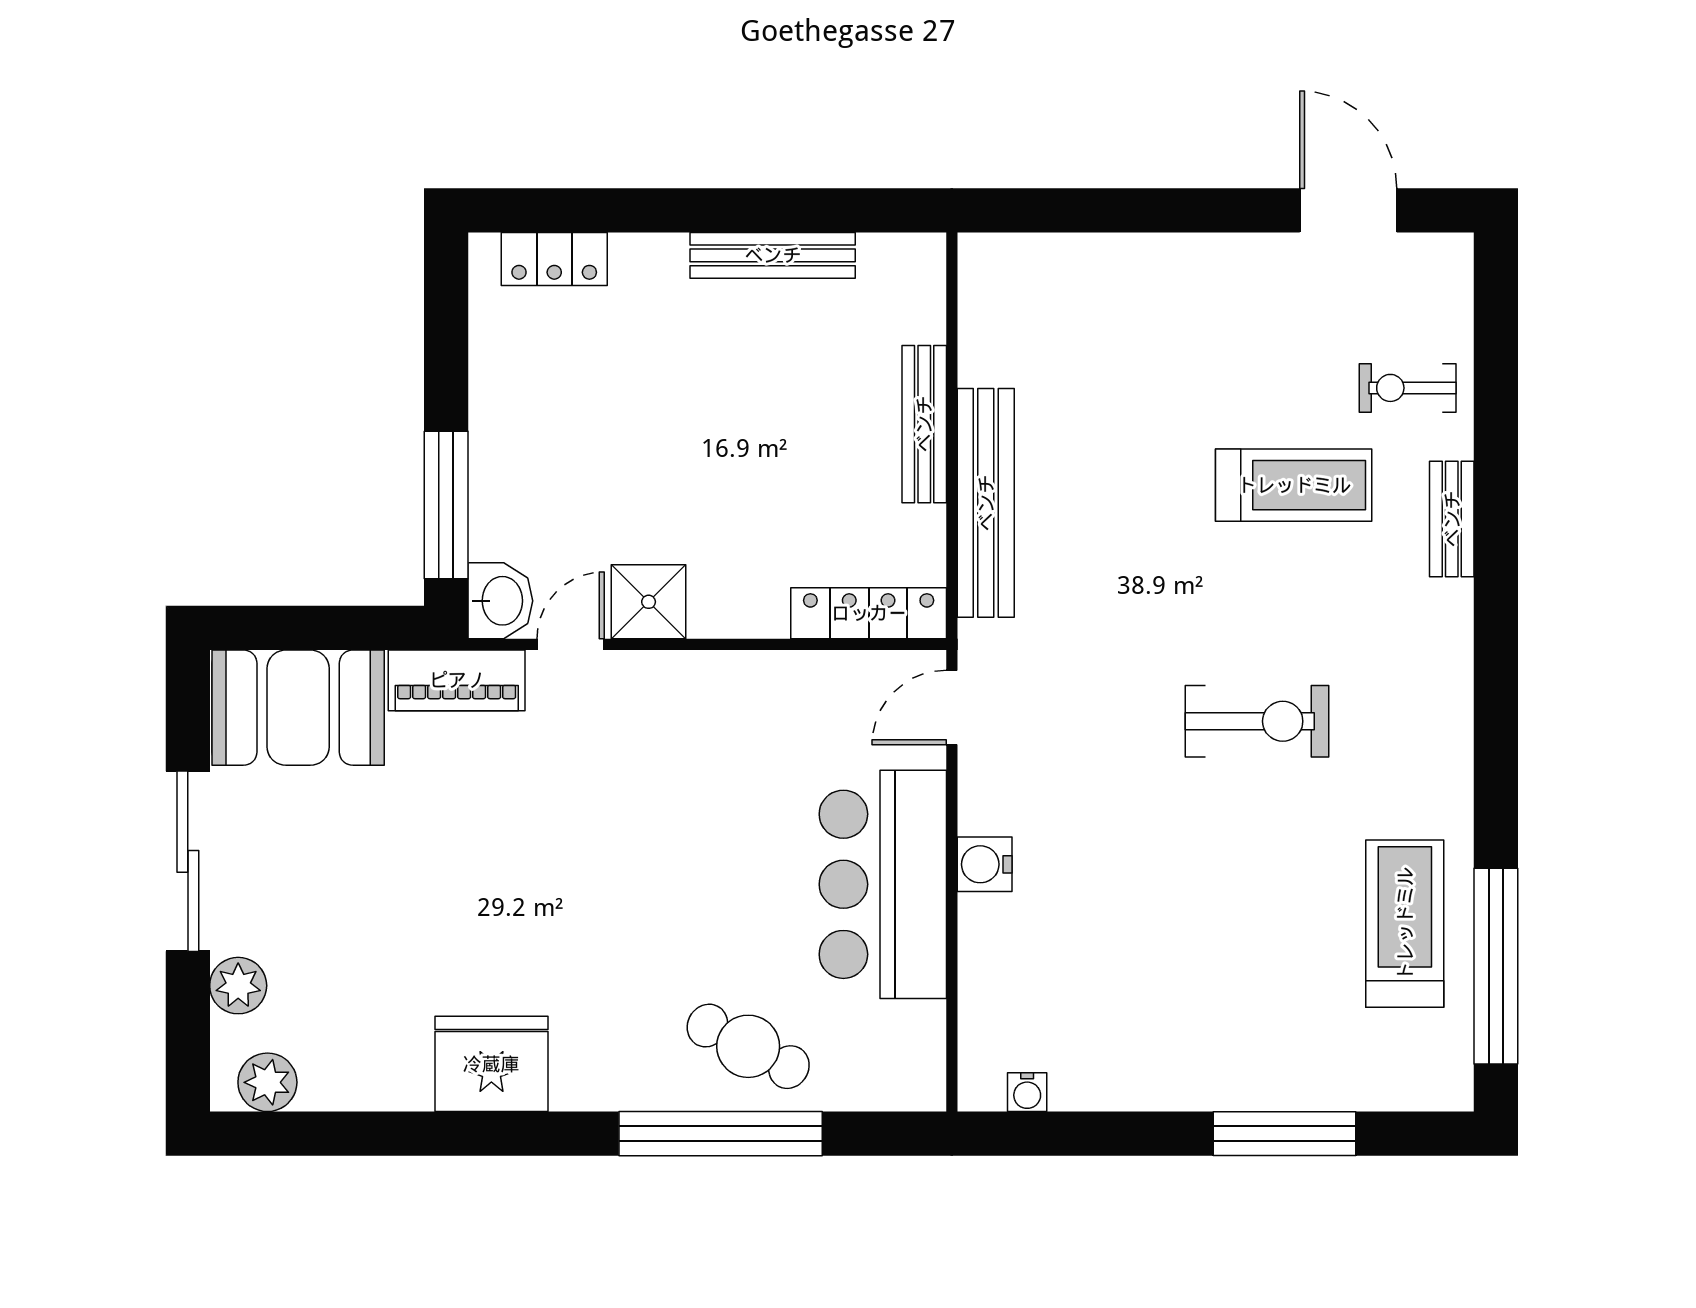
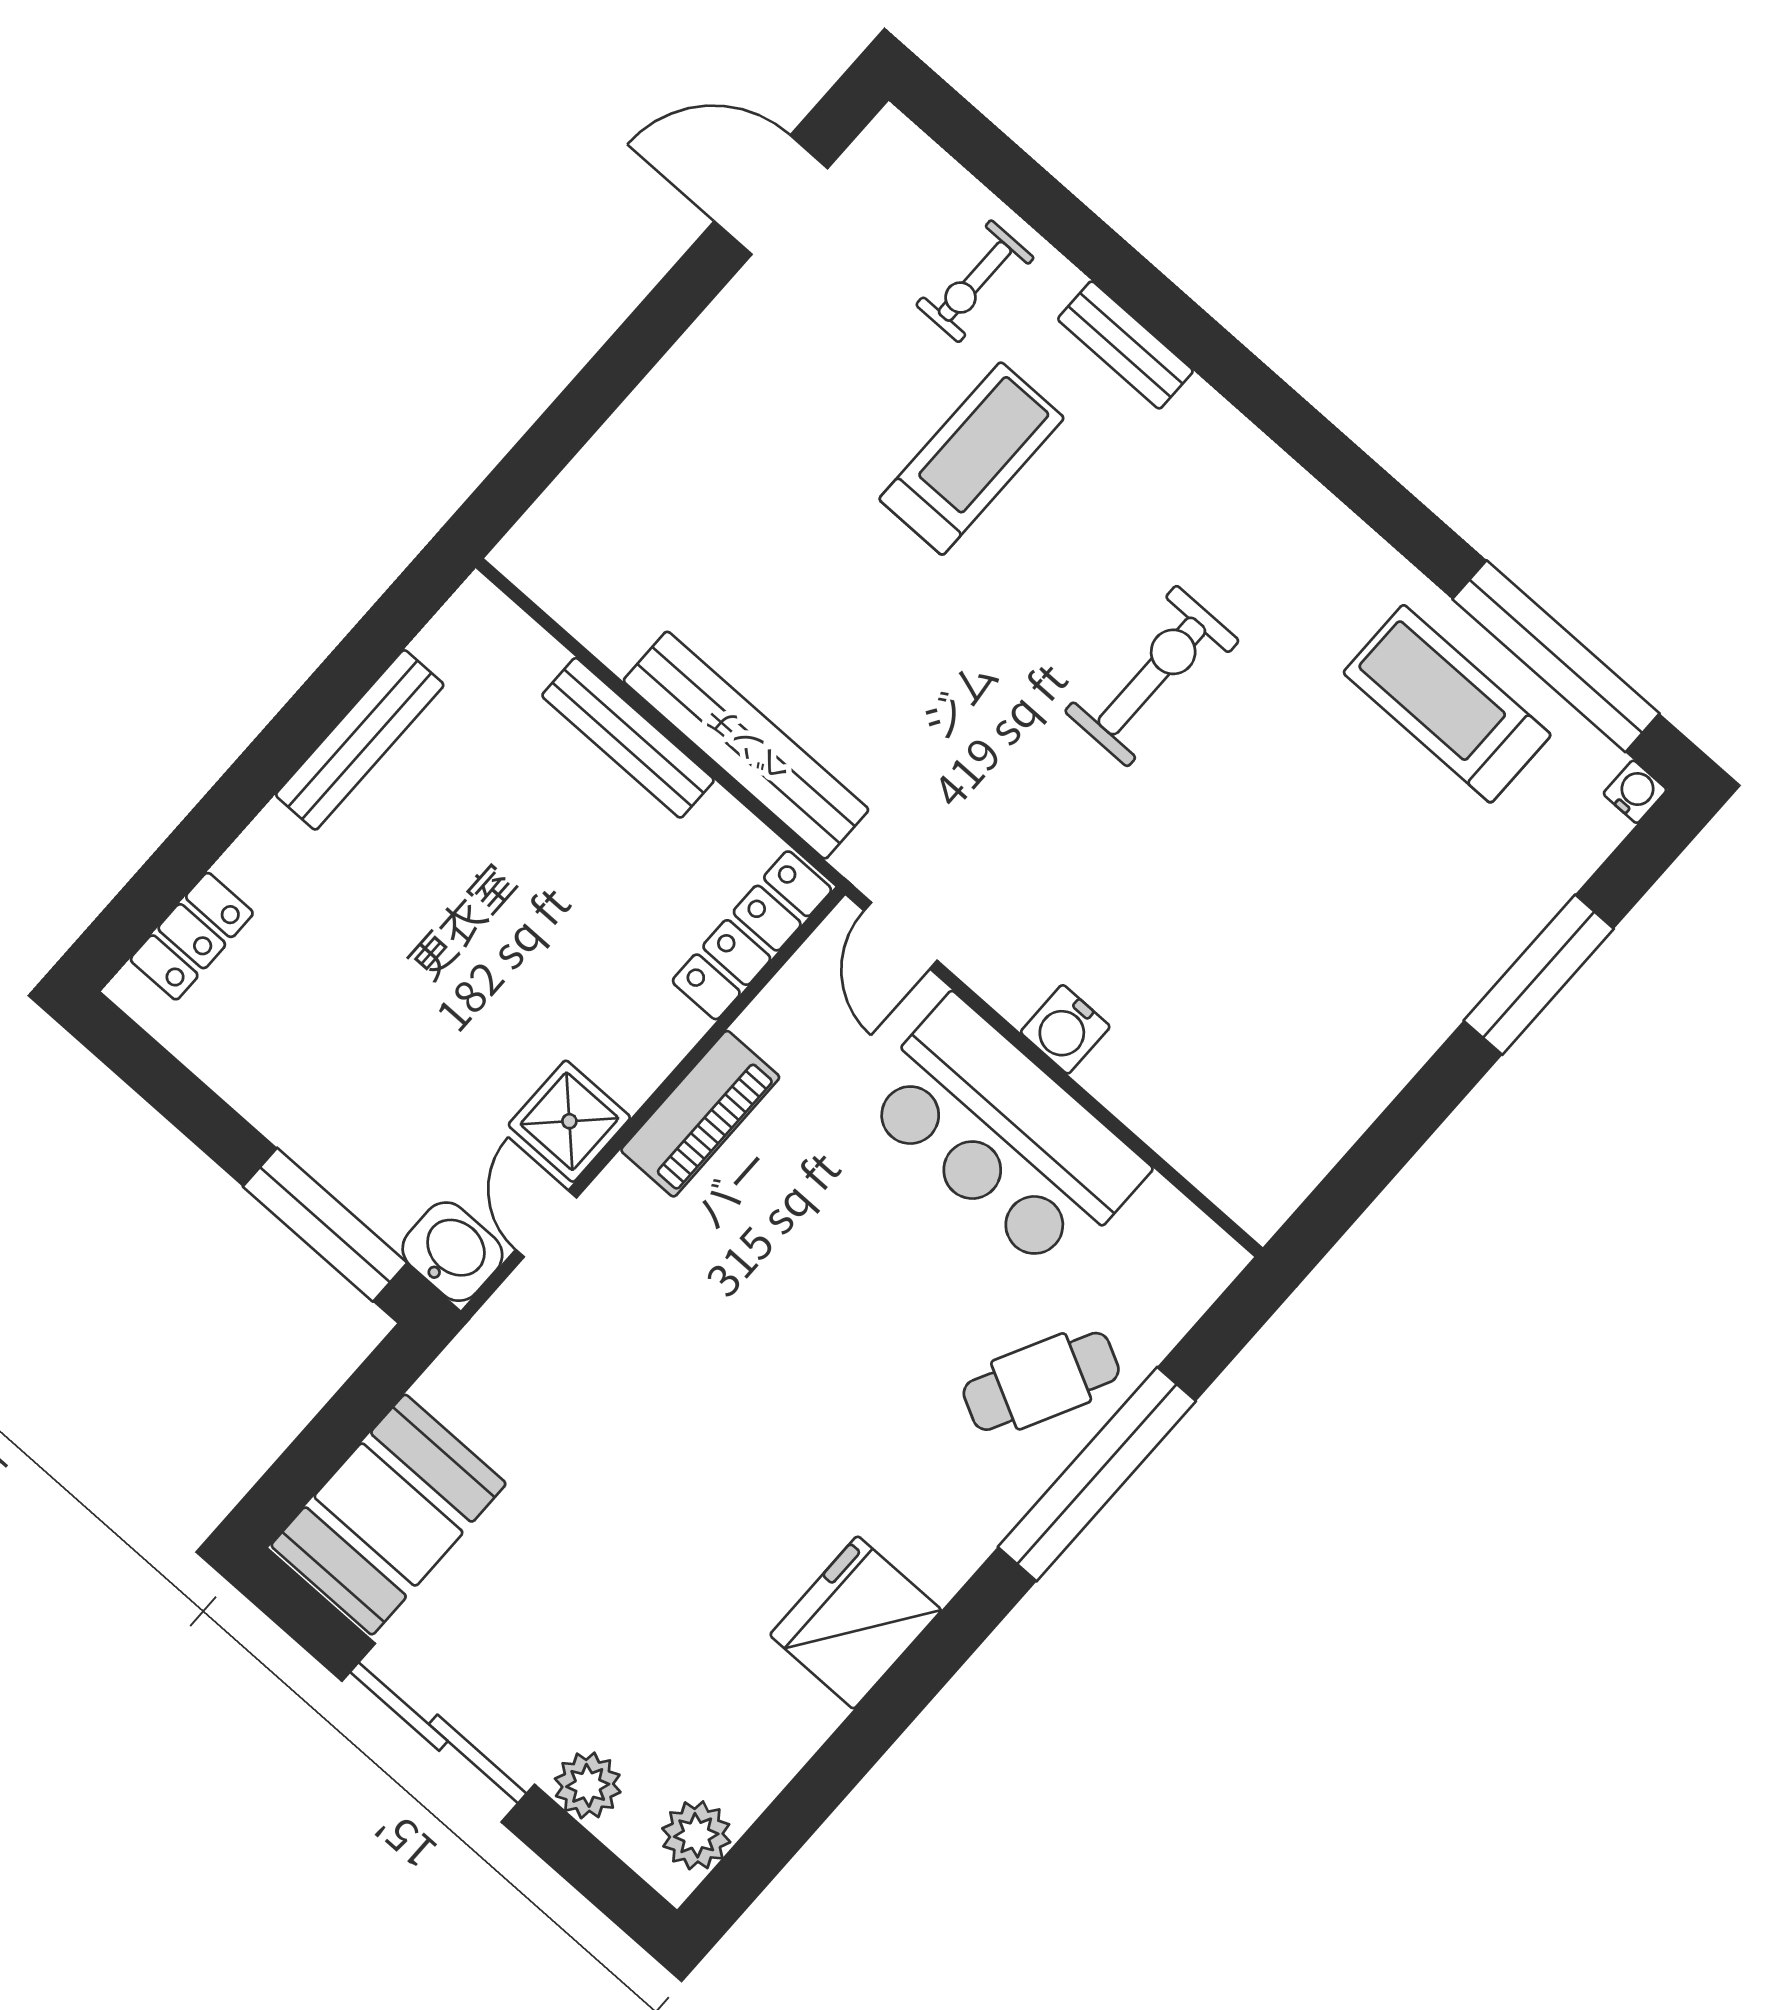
piano: (457, 680) -> (700, 1114), moved
water cooler: (1027, 1092) -> (1635, 792), moved, turned -90

